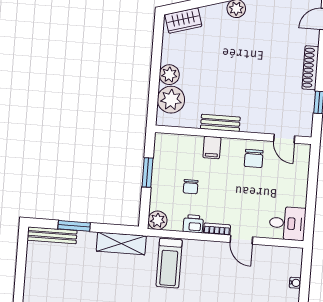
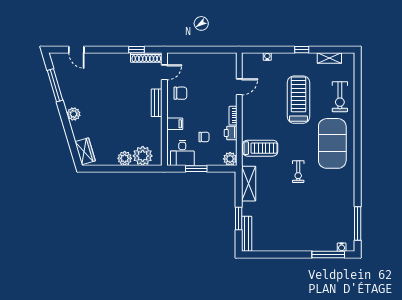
shoe rack: (310, 68) -> (146, 58), moved
bench: (220, 123) -> (157, 103), moved
desk: (287, 223) -> (182, 153), moved, turned 180
door: (241, 240) -> (239, 87), moved

